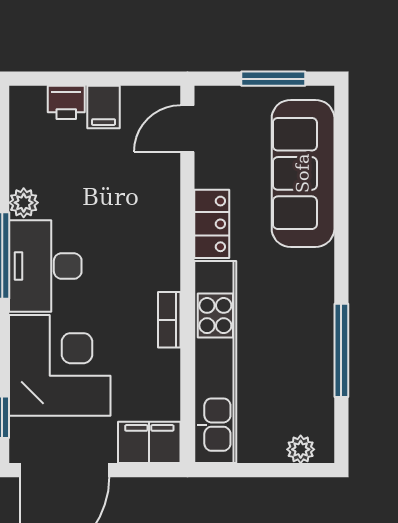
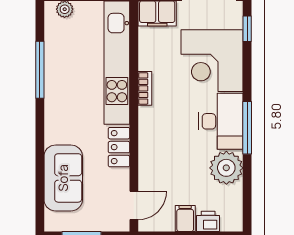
sofa: (303, 173) -> (63, 178), width x0.73
plant: (24, 203) -> (226, 168), width x1.87, depth x1.87

